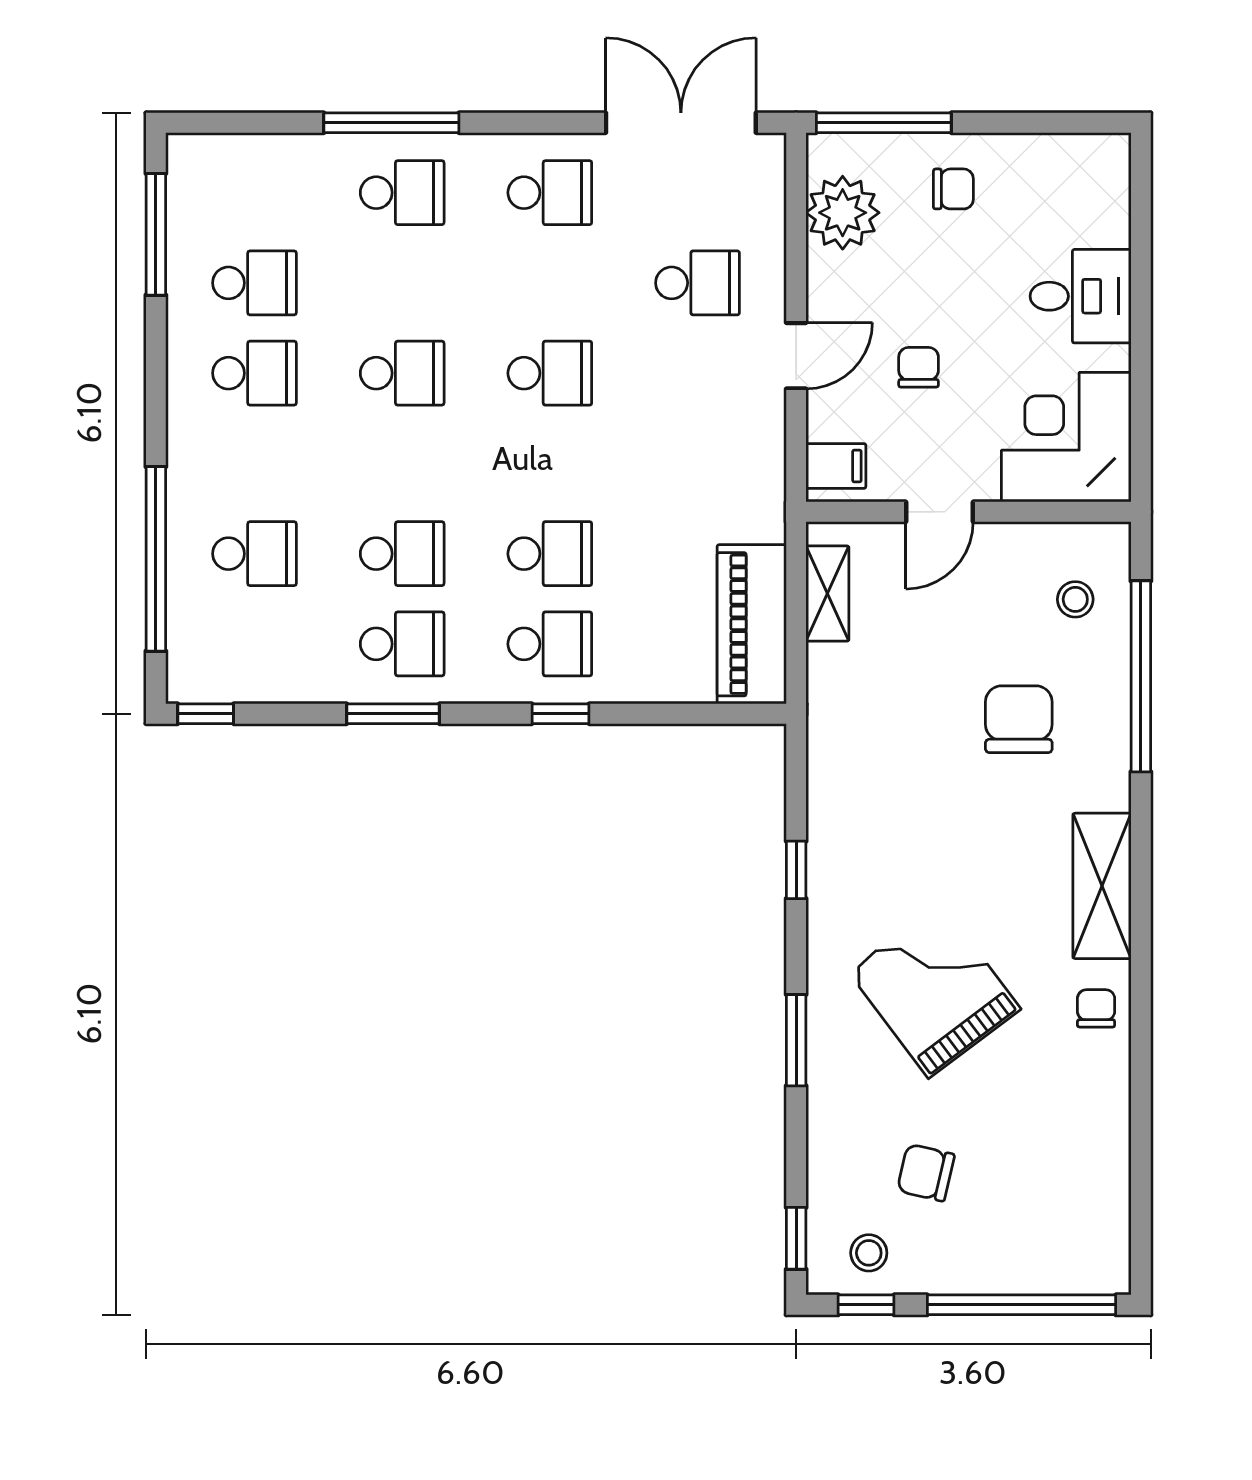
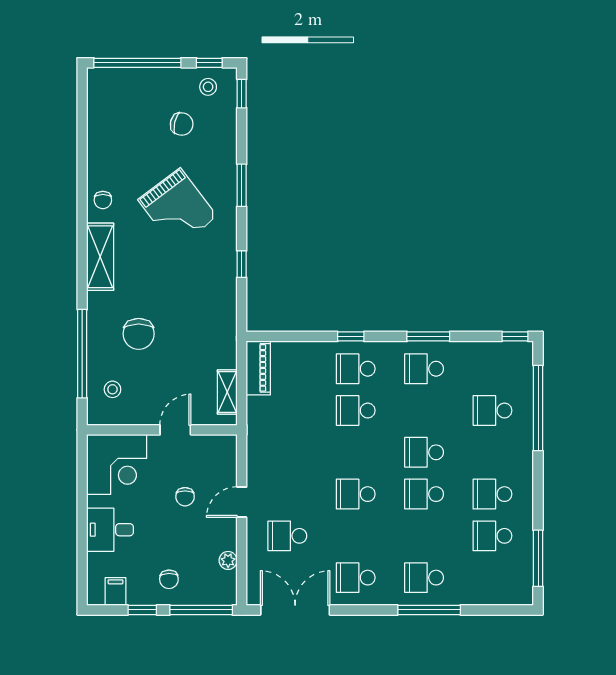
double door: (681, 123) -> (295, 610), swing flipped
window: (1011, 123) -> (142, 610), added
chair: (953, 189) -> (169, 579), turned -91
plant: (843, 213) -> (228, 560), width x0.53, depth x0.53
filing cabinet: (836, 466) -> (116, 592), moved, turned 90
school desk: (402, 554) -> (424, 452), moved
piano: (752, 624) -> (258, 368), width x0.73, depth x0.75

